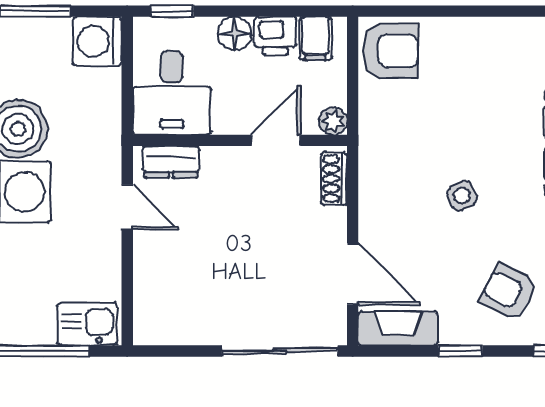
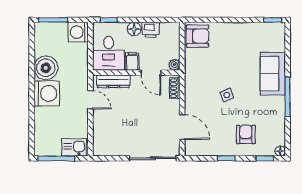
filing cabinet: (316, 38) -> (132, 61), moved, turned 180
door: (276, 140) -> (151, 73), swing flipped
dresser: (171, 162) -> (113, 81), width x1.44
armchair: (509, 292) -> (246, 134), turned 63
fireplace: (398, 328) -> (201, 149), removed

